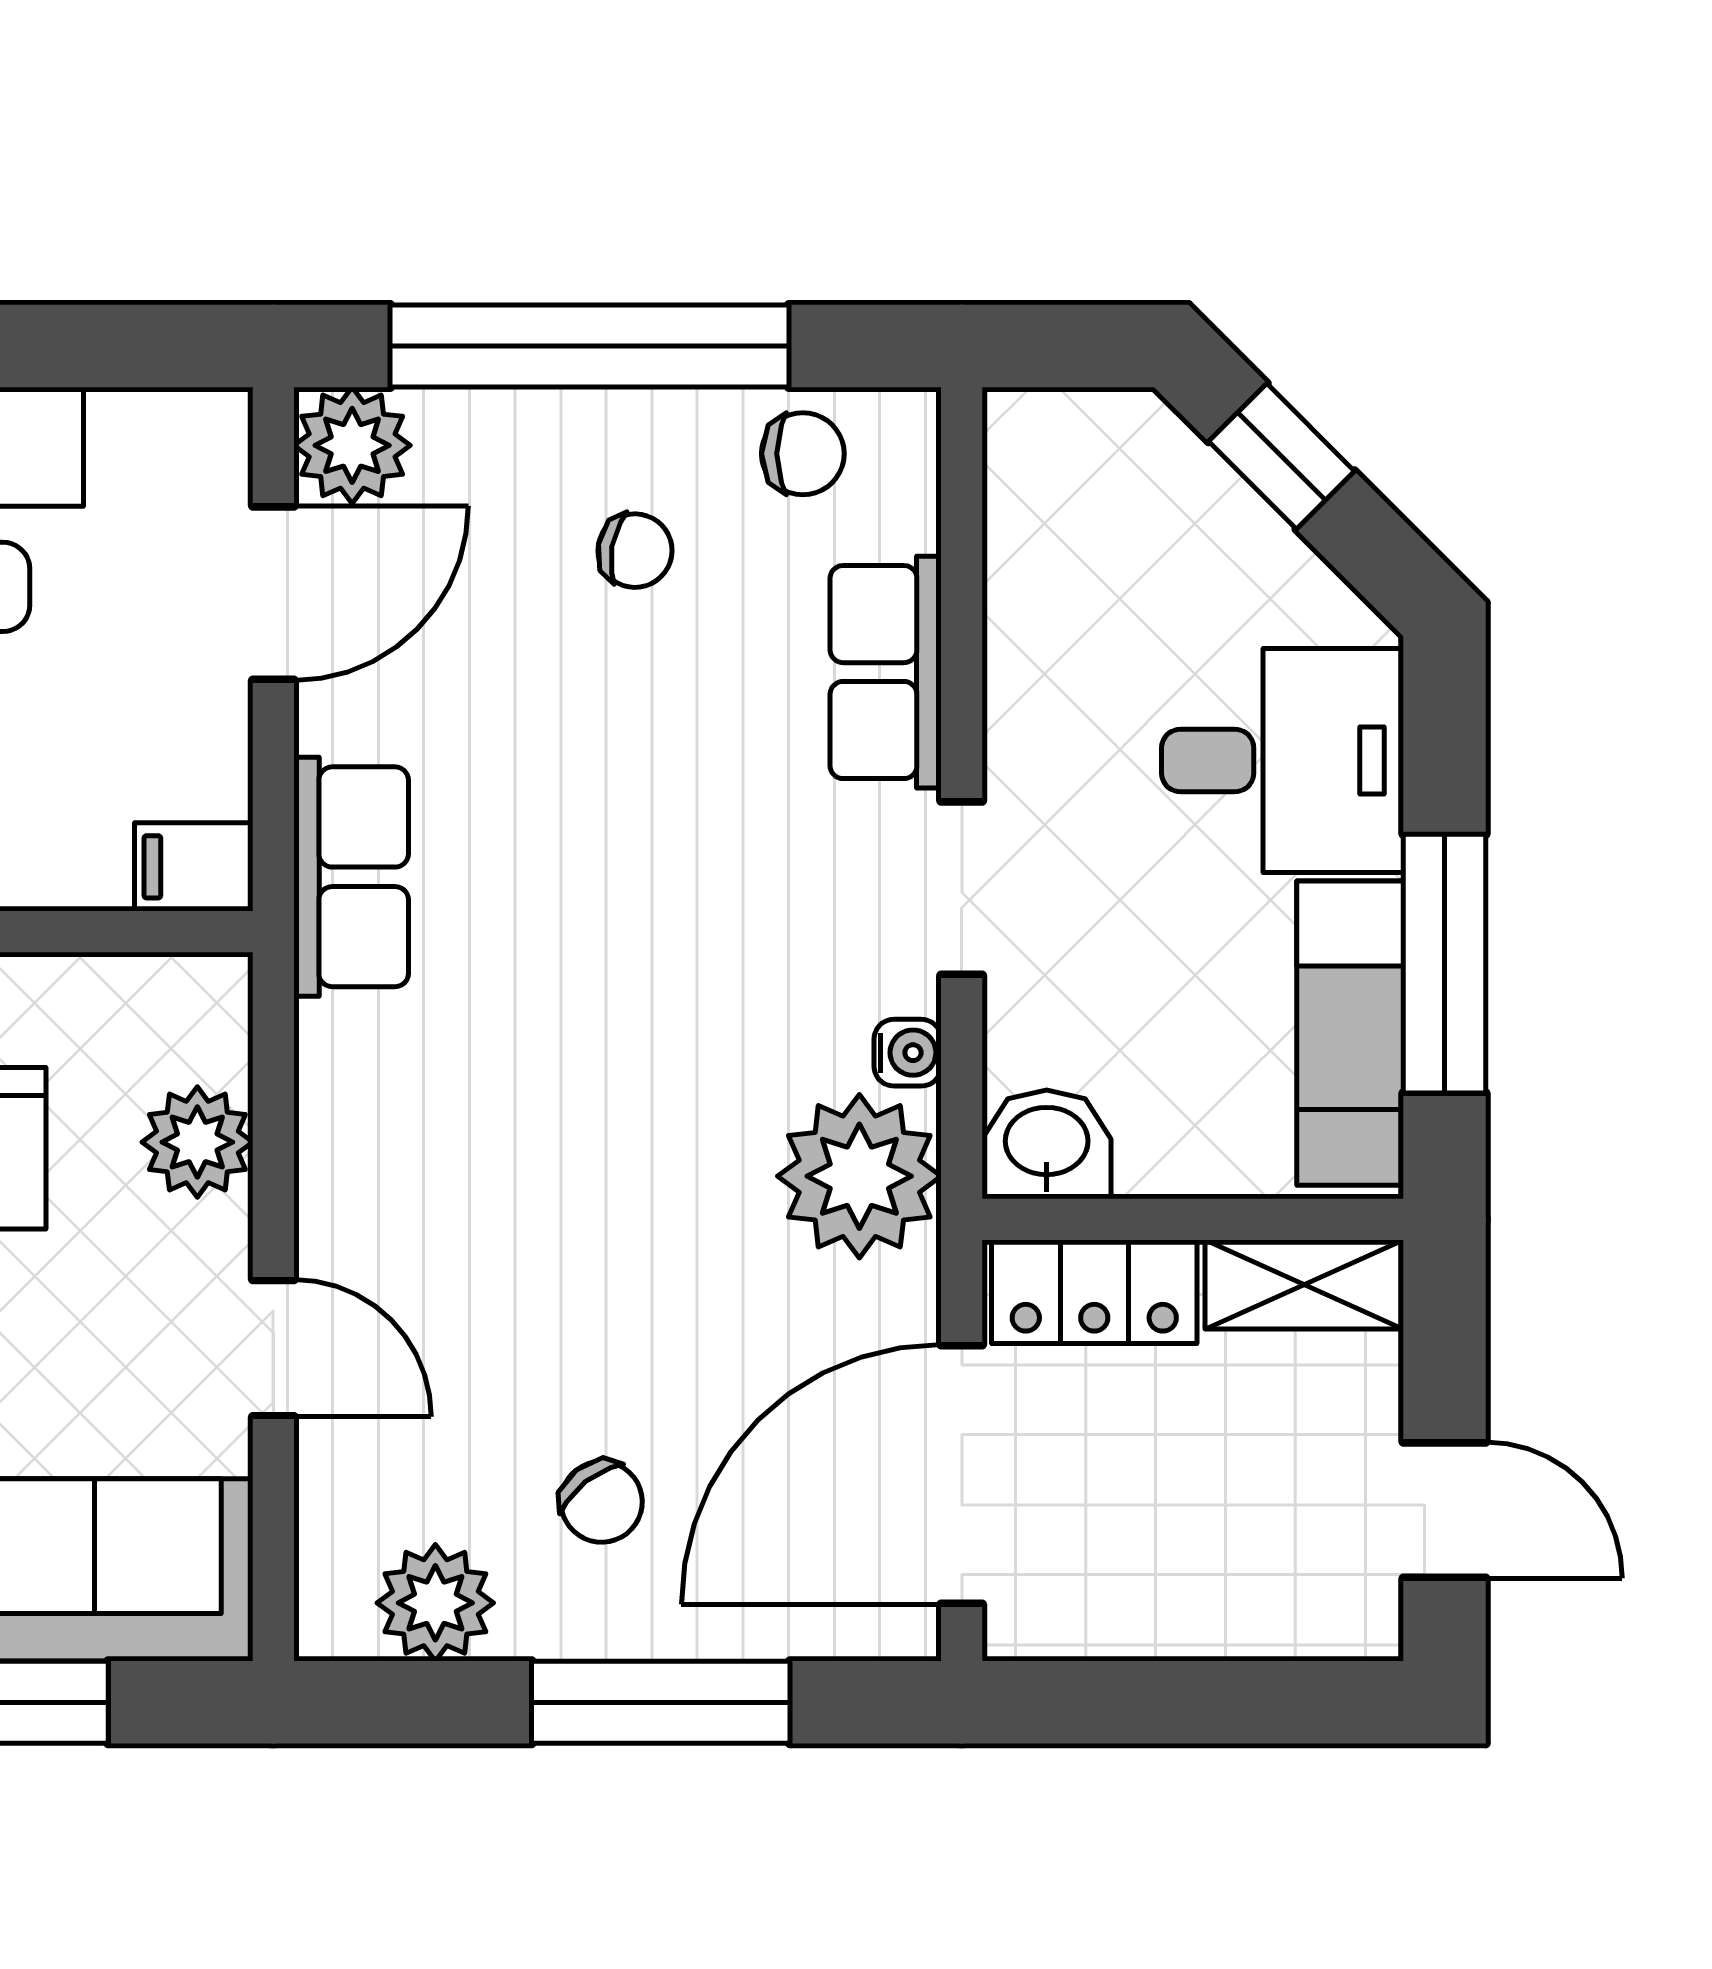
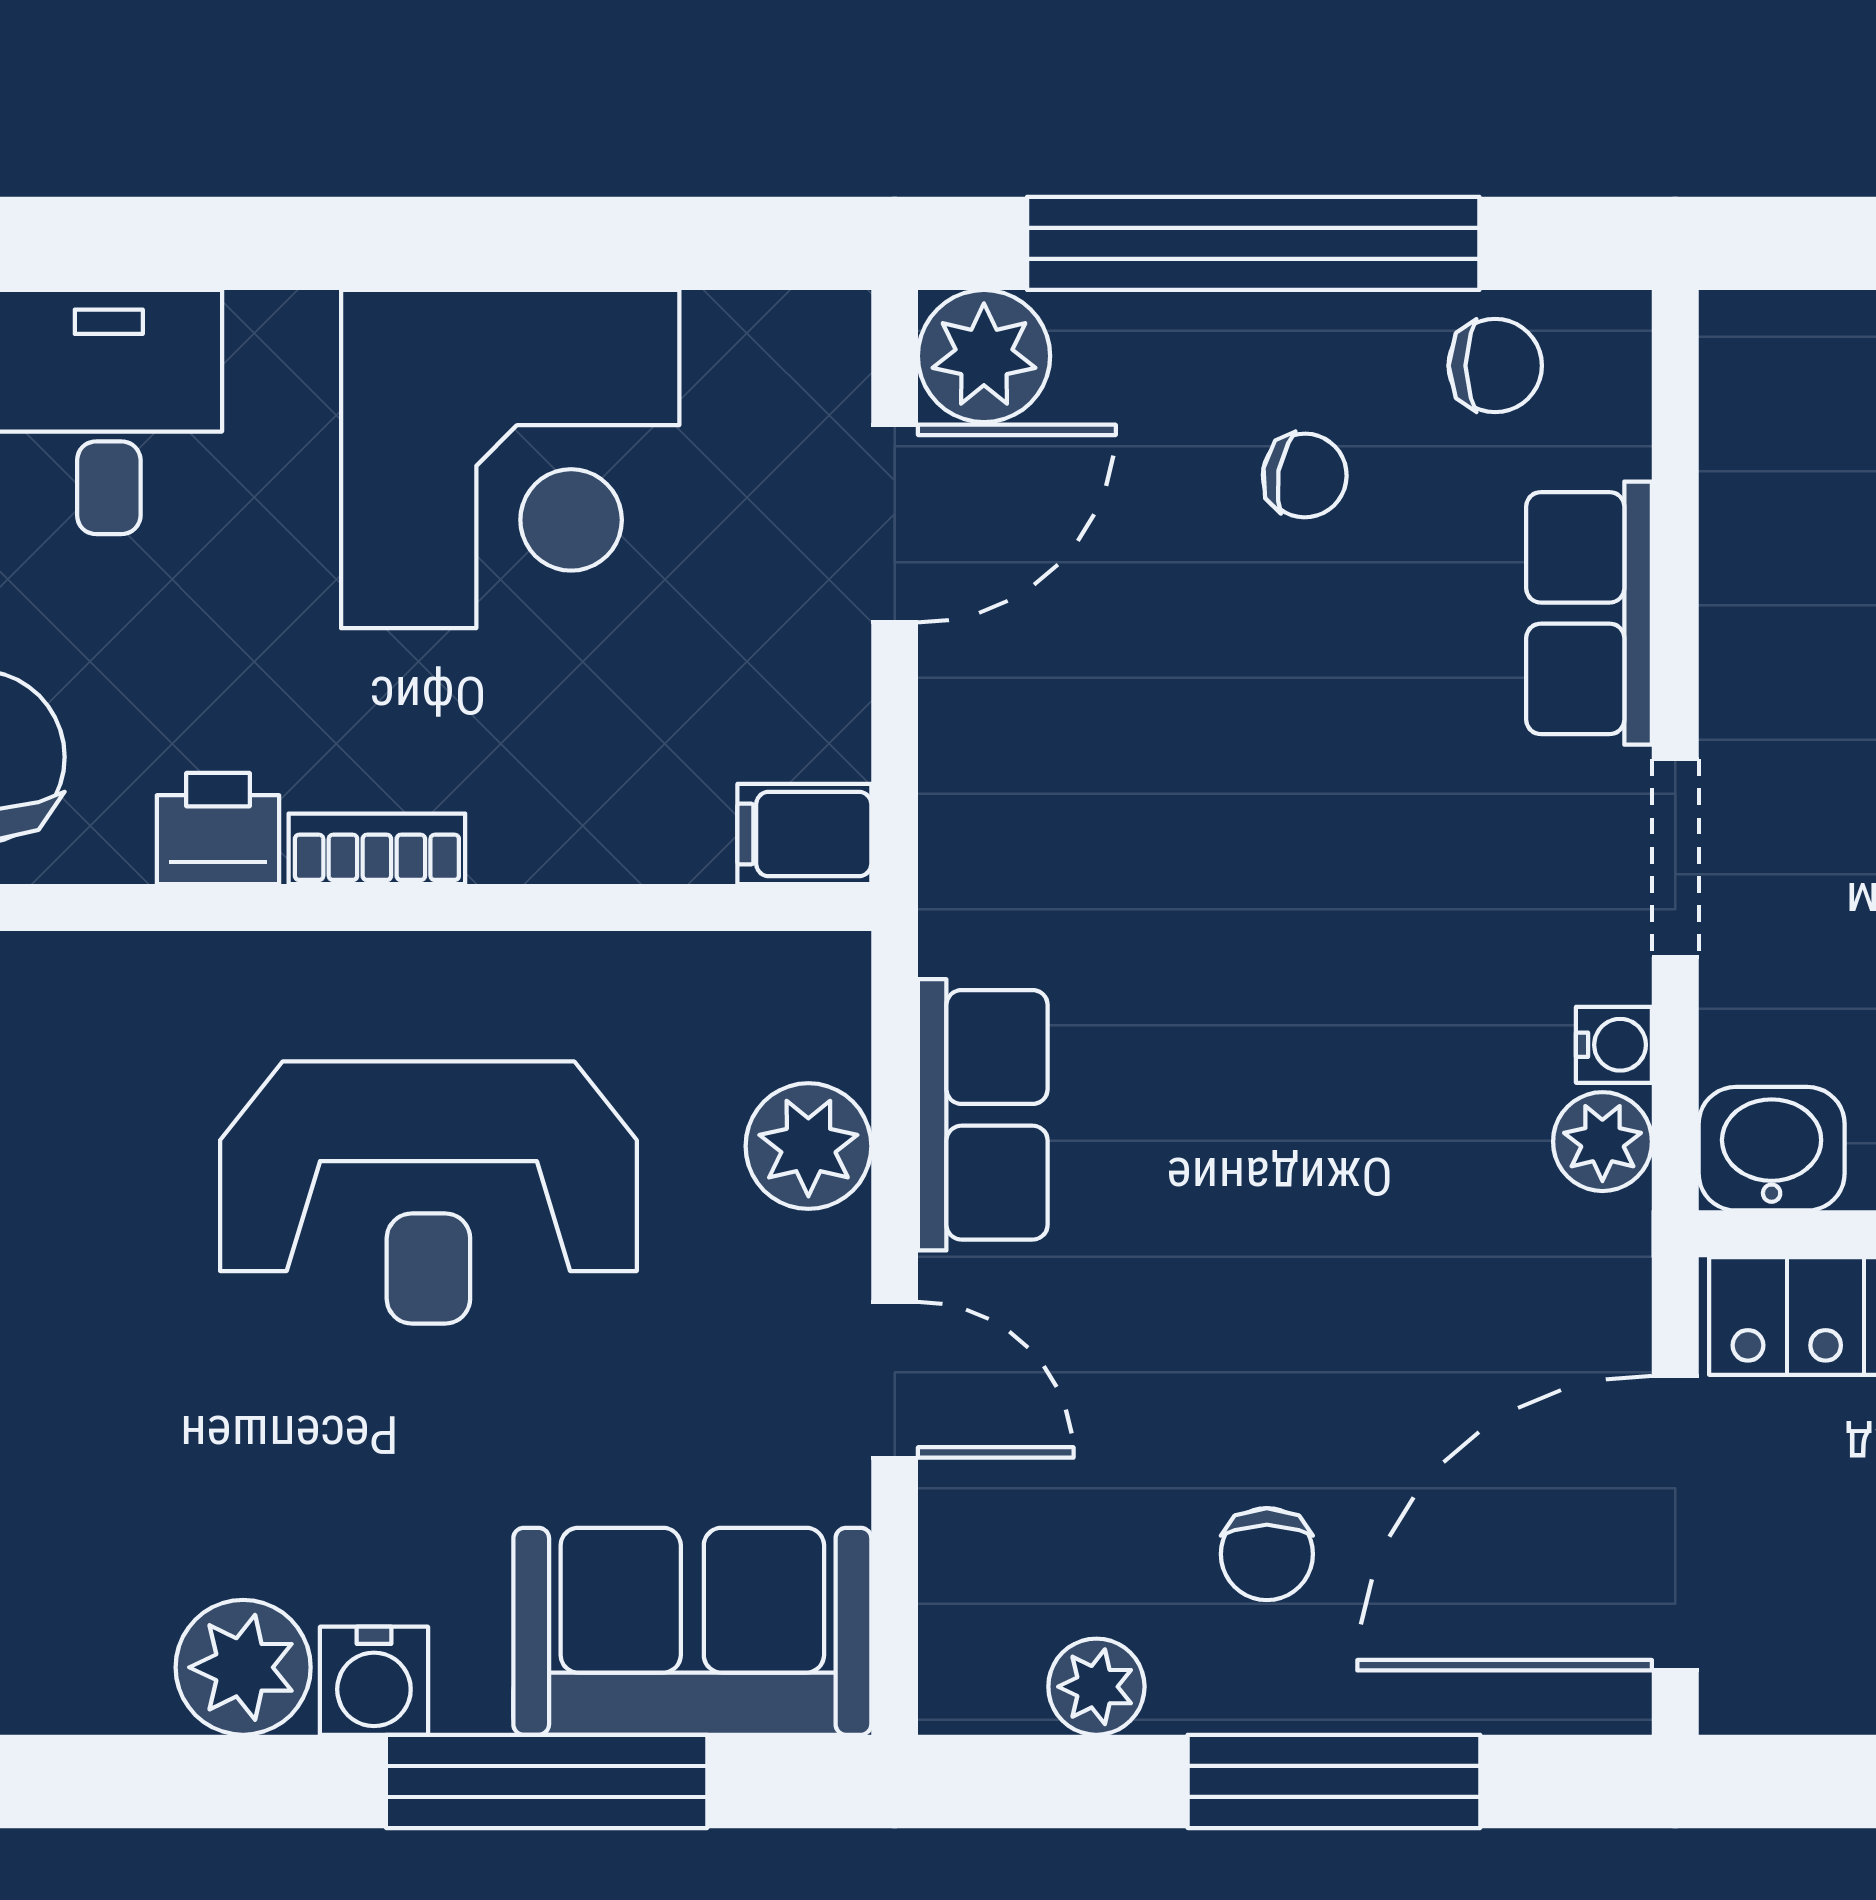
row of seats: (351, 877) -> (983, 1115), moved
plant: (859, 1176) -> (1602, 1142), width x0.53, depth x0.53
chair: (602, 1502) -> (1267, 1554), turned 38
plant: (435, 1603) -> (1096, 1687), width x0.73, depth x0.73

